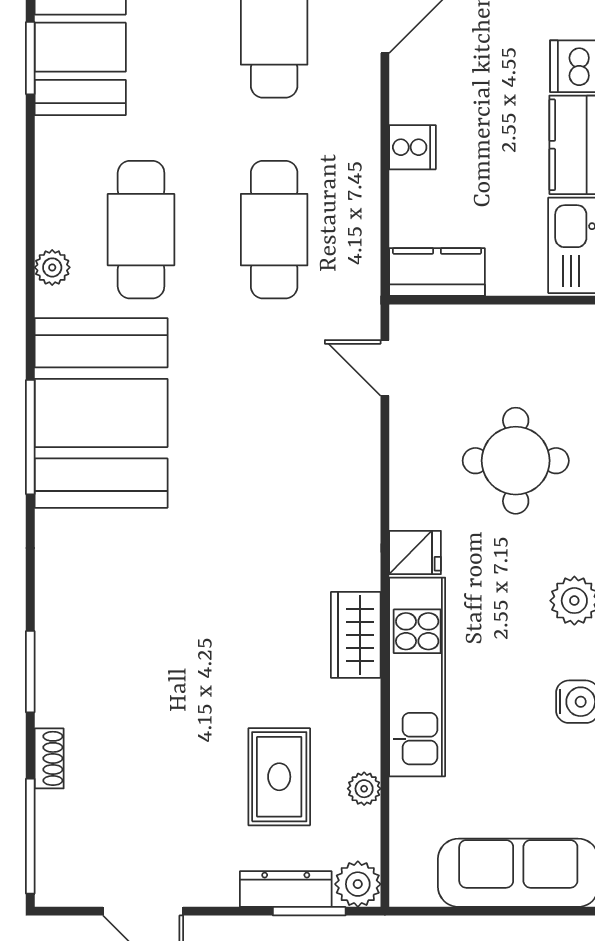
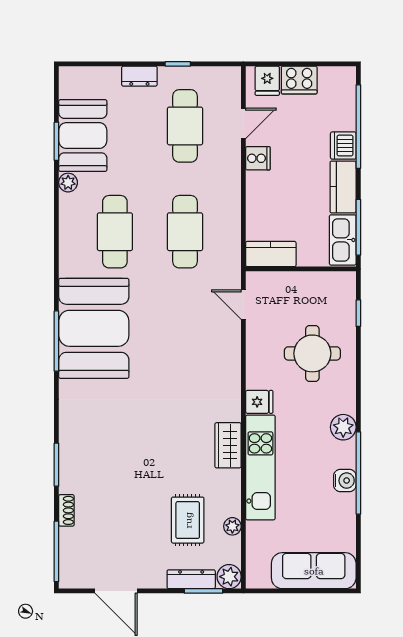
cooker: (412, 147) -> (258, 158), moved
plant: (52, 267) -> (68, 183), moved

